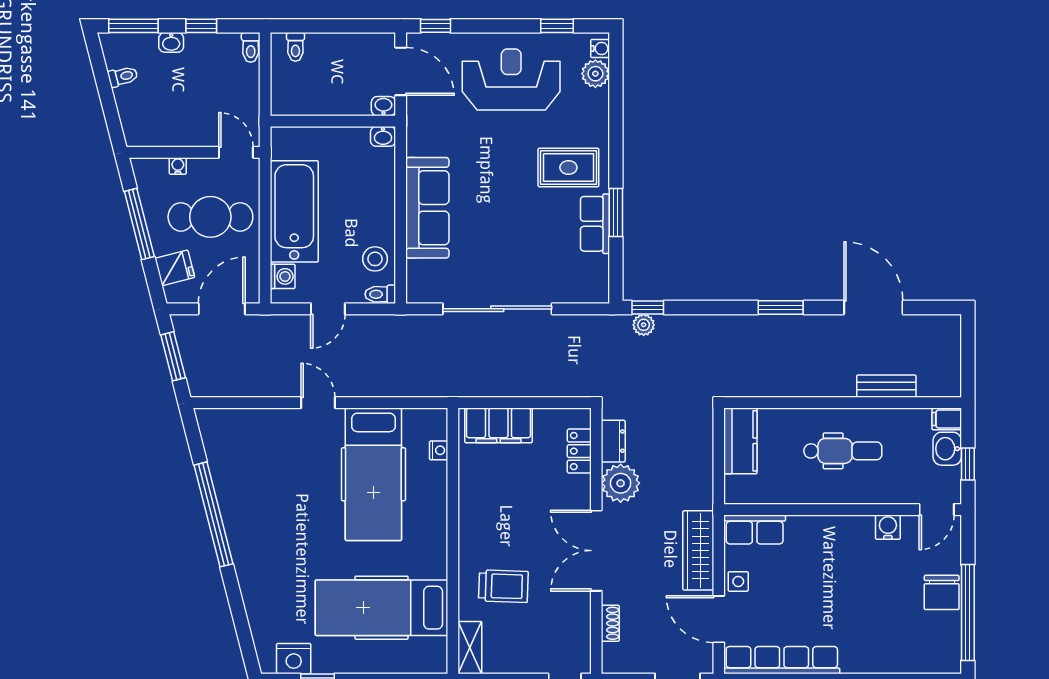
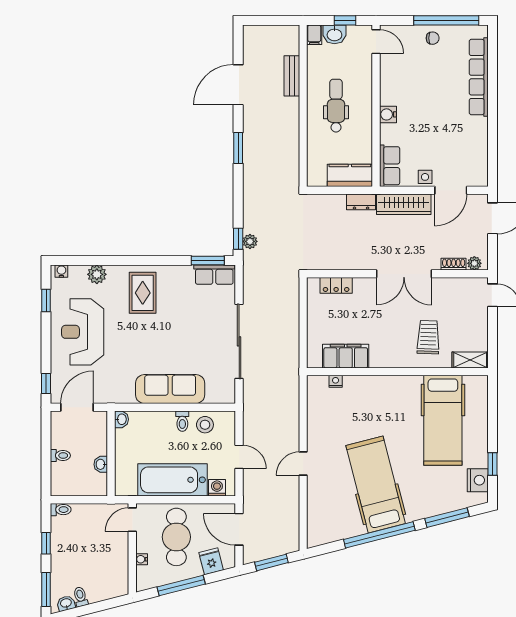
washbasin: (171, 42) -> (66, 603), moved, turned -104
toilet: (295, 47) -> (60, 455), moved
plant: (595, 74) -> (97, 274), moved
washbasin: (383, 106) -> (101, 464), moved
window: (616, 212) -> (208, 260), moved
row of seats: (595, 224) -> (214, 275), moved
toilet: (380, 294) -> (182, 421), moved
filing cabinet: (499, 425) -> (346, 356), moved, turned -90
dresser: (613, 441) -> (361, 202), moved, turned 180
kitchen counter: (740, 441) -> (350, 175), moved
hospital bed: (373, 474) -> (376, 485), moved, turned -104
plant: (621, 483) -> (474, 263), moved, width x0.53, depth x0.53
water cooler: (888, 527) -> (388, 114), moved
chair: (942, 592) -> (433, 38), width x0.54, depth x0.54
window: (239, 614) -> (447, 518), added
row of seats: (782, 660) -> (479, 77), moved

